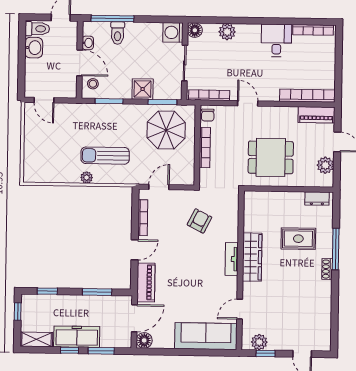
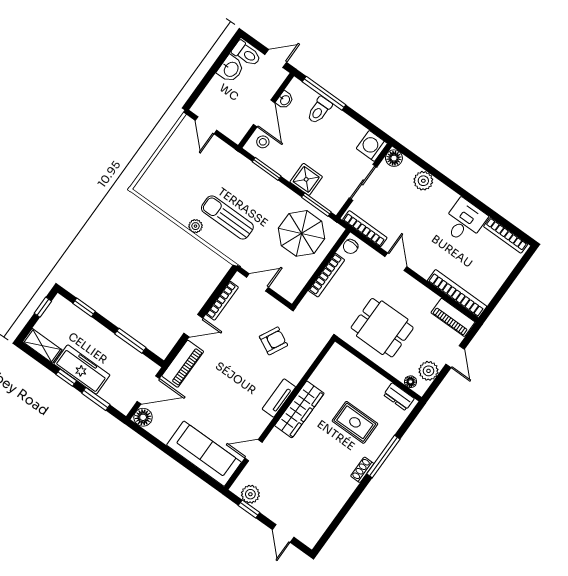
floor lamp: (318, 182) -> (410, 382), added

